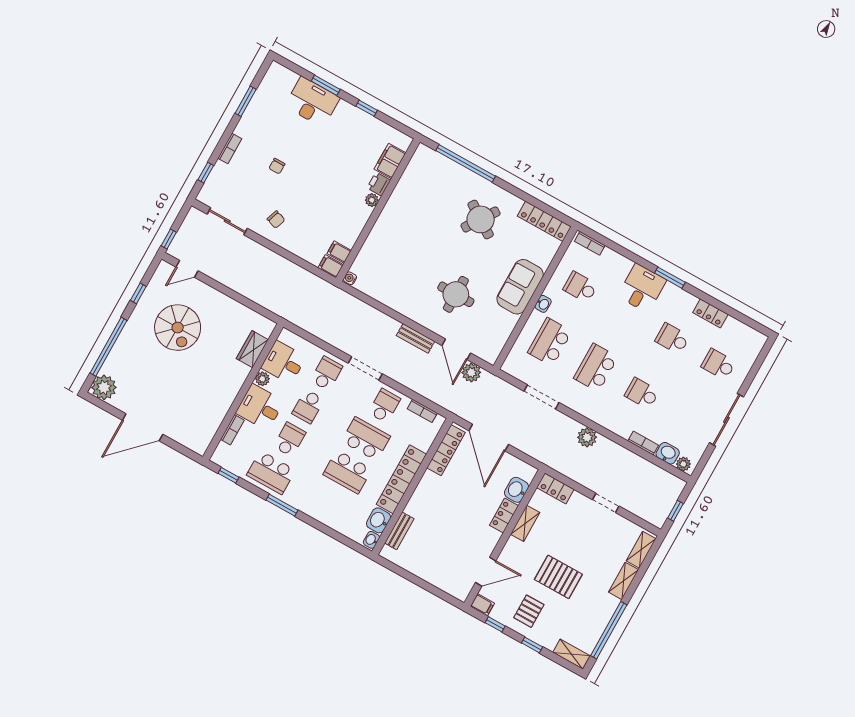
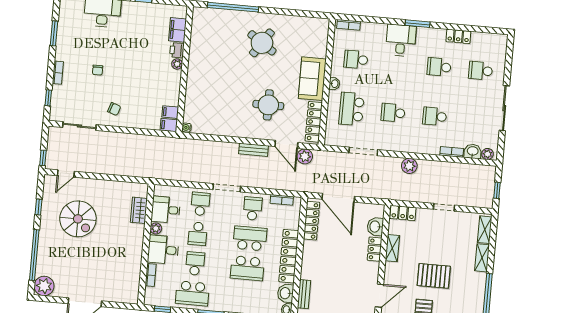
locker: (544, 221) -> (314, 122), moved, turned 90
school desk: (596, 368) -> (393, 113), width x0.54

